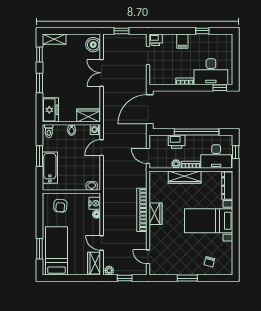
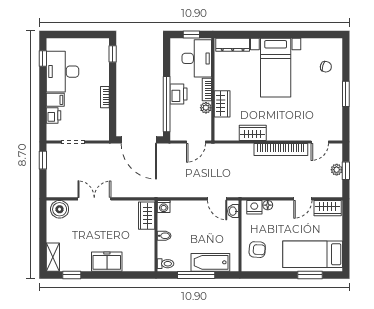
window: (121, 31) -> (43, 160), moved
window: (202, 31) -> (43, 58), moved
printer: (156, 40) -> (54, 115), moved
desk: (211, 72) -> (63, 72), moved, turned 180
double door: (102, 73) -> (94, 199), swing flipped
window: (40, 83) -> (107, 275), removed
freezer: (50, 110) -> (107, 262), moved
window: (196, 132) -> (167, 104), moved
printer: (177, 142) -> (179, 94), moved
door: (102, 148) -> (217, 199), moved
window: (40, 156) -> (196, 275), width x1.44
wardrobe: (185, 177) -> (222, 104), width x0.67
bookcase: (142, 210) -> (281, 149), moved
wardrobe: (156, 214) -> (253, 133), moved
plant: (109, 270) -> (337, 170), moved

